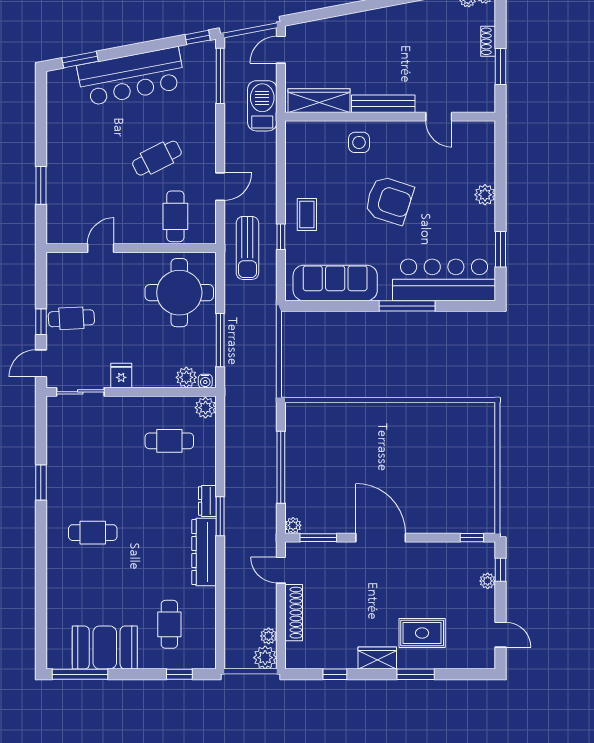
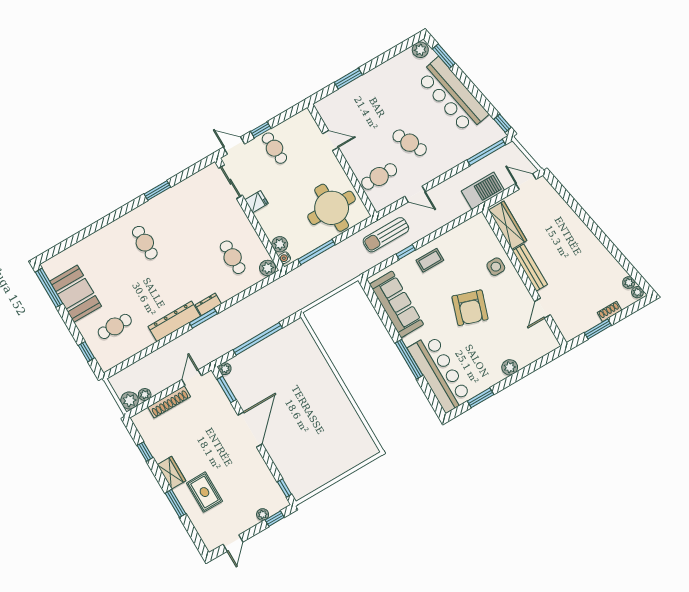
plant: (57, 83) -> (420, 50), added

